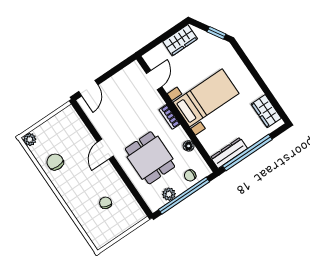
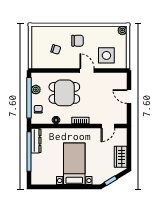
door: (154, 80) -> (108, 126), hinge flipped
door: (88, 88) -> (129, 97), moved
bed with nightstands: (206, 98) -> (74, 164), moved, turned 180
wardrobe: (266, 111) -> (46, 179), removed
side table: (72, 138) -> (106, 55), added
chair: (55, 162) -> (77, 41), moved

